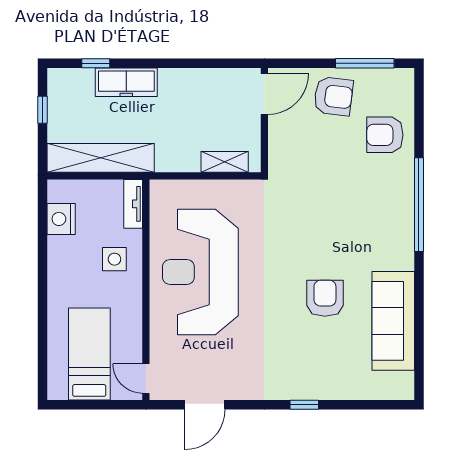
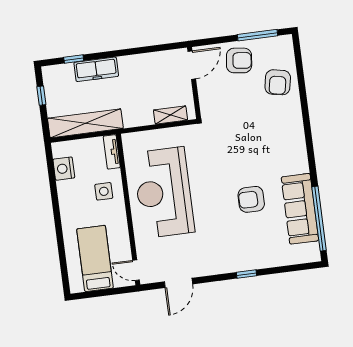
armchair: (385, 135) -> (278, 82), turned -79
window: (419, 205) -> (319, 219), moved
armchair: (325, 298) -> (251, 199), turned -90

